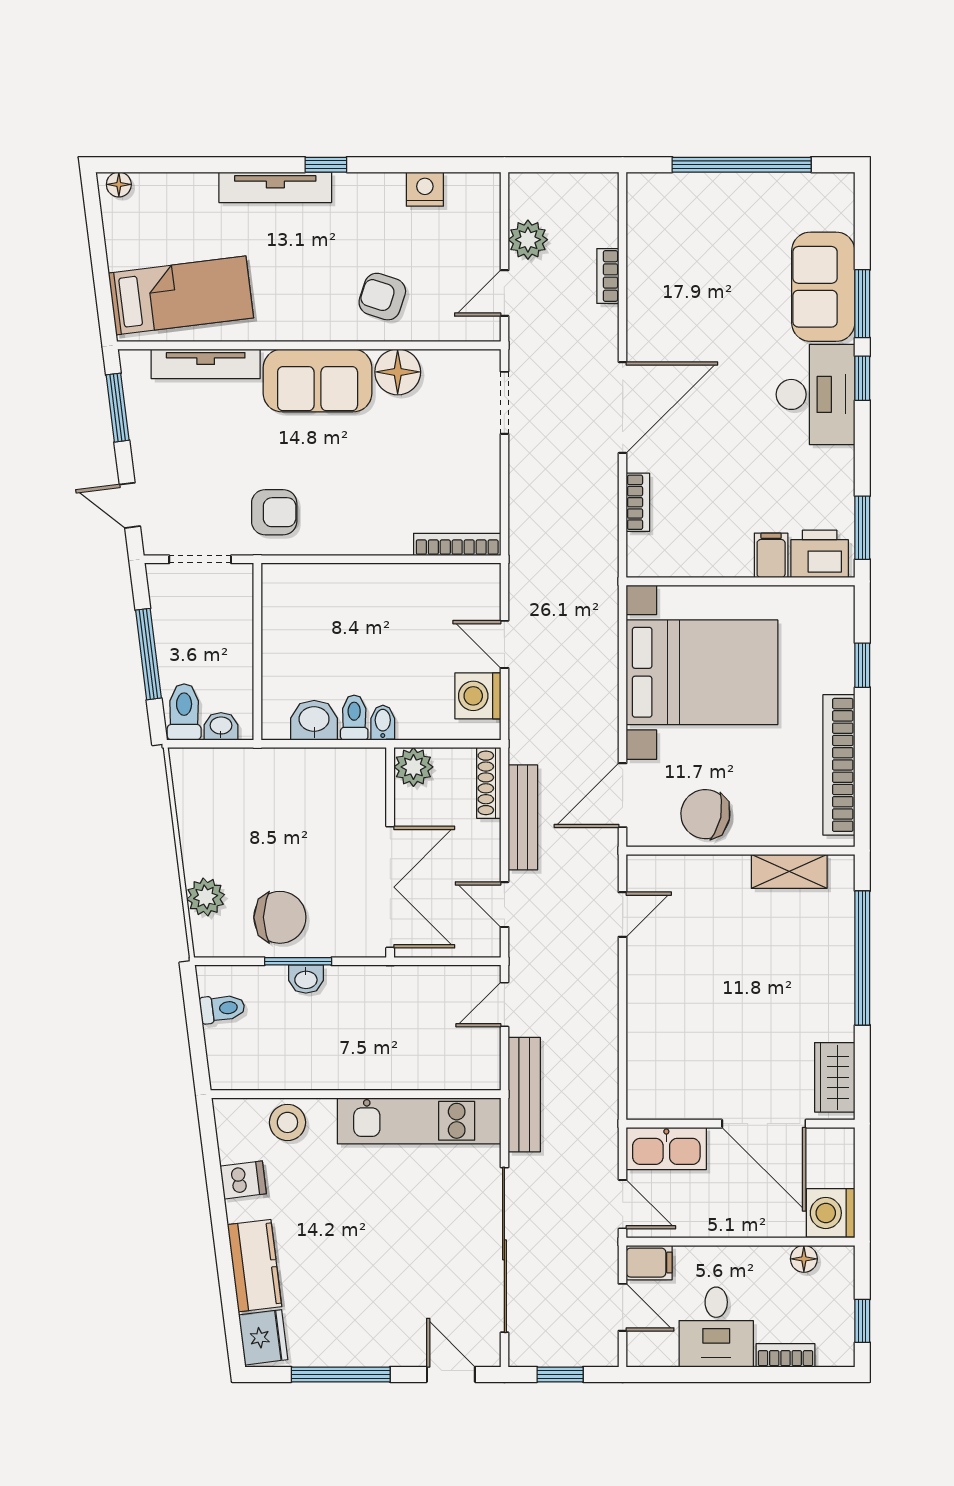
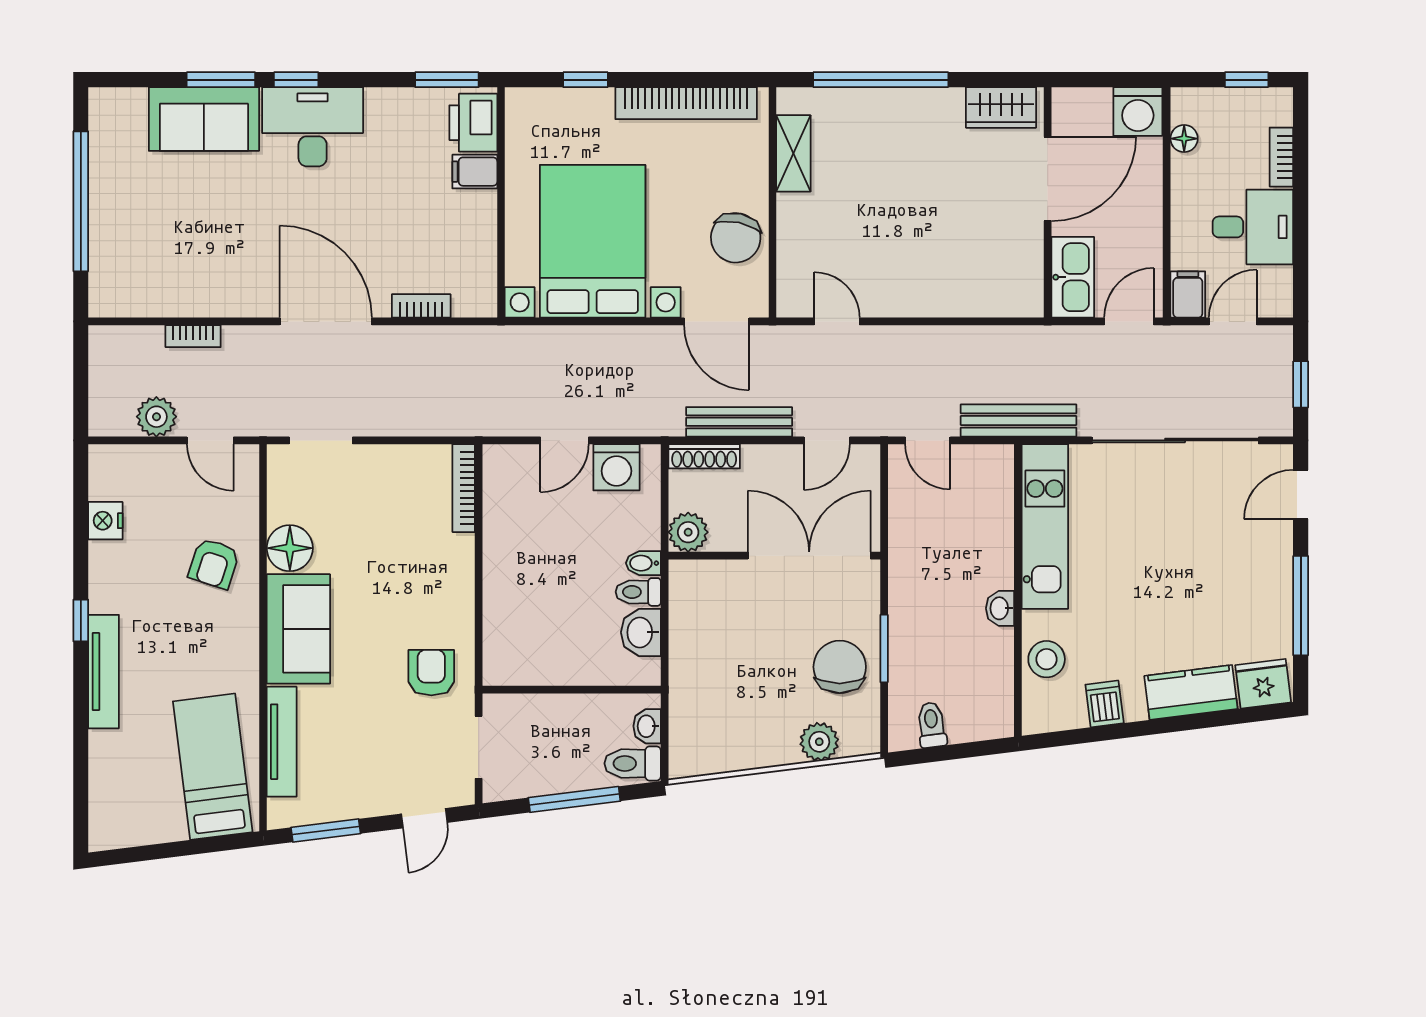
floor lamp: (119, 184) -> (101, 829), removed
washbasin: (306, 979) -> (1000, 608), moved, turned 180

